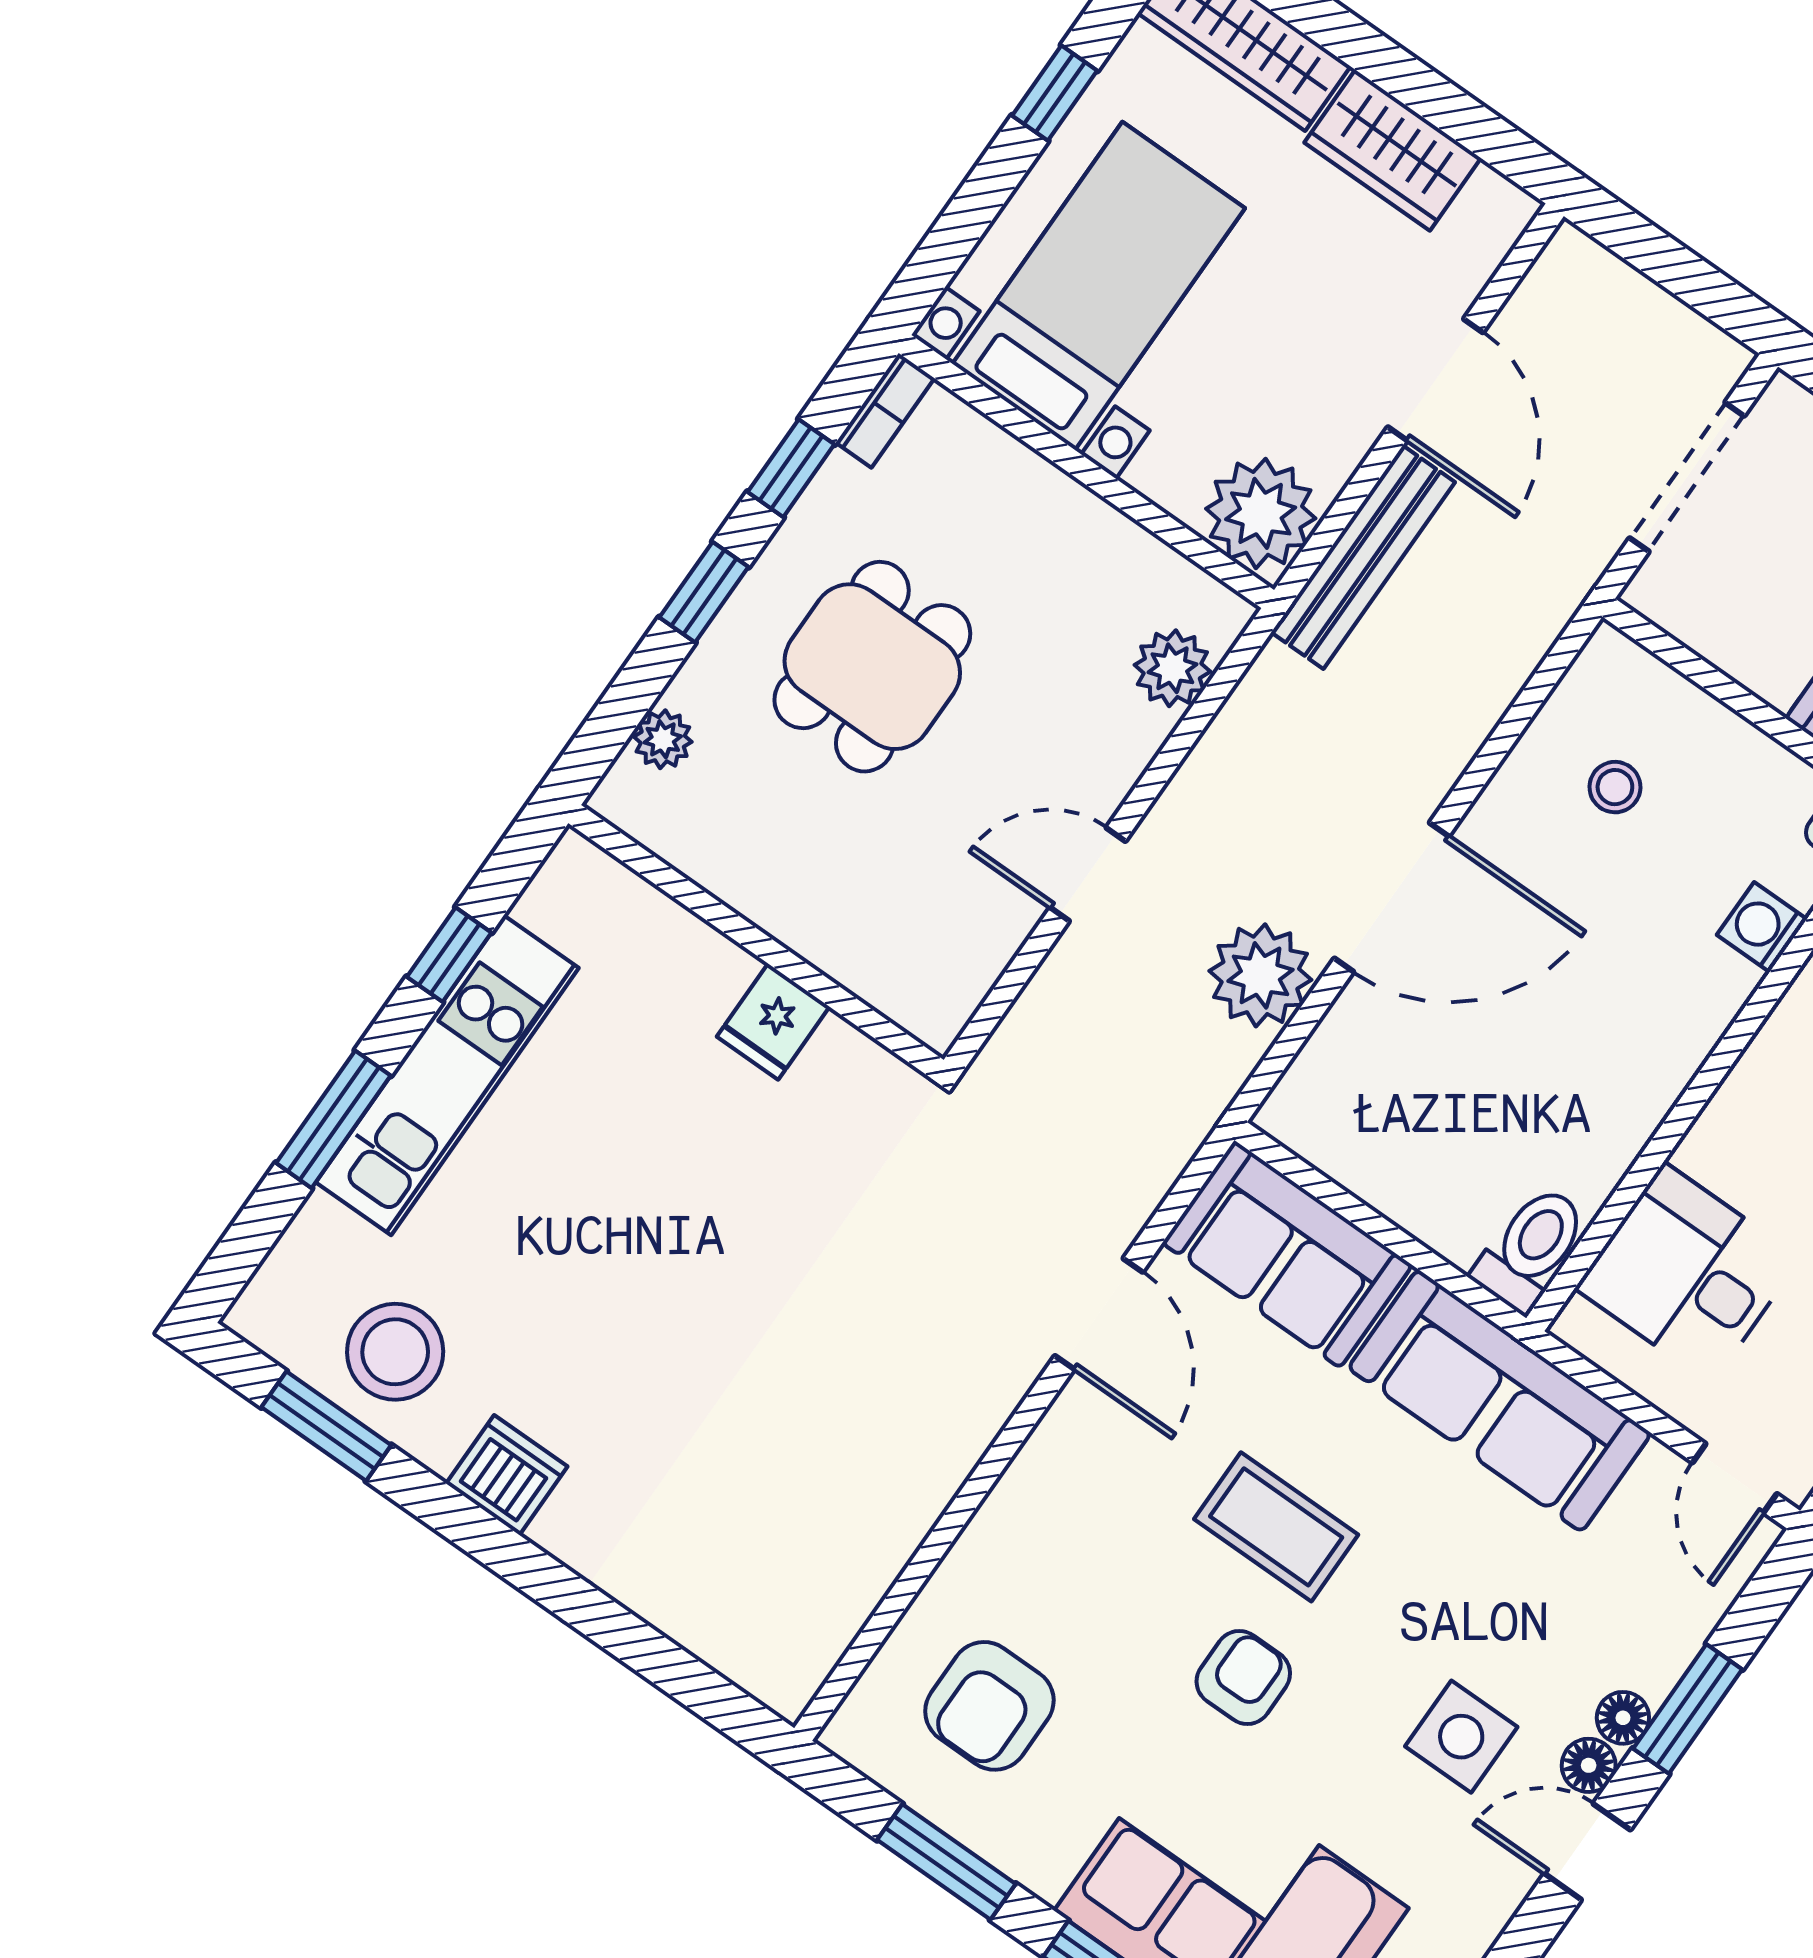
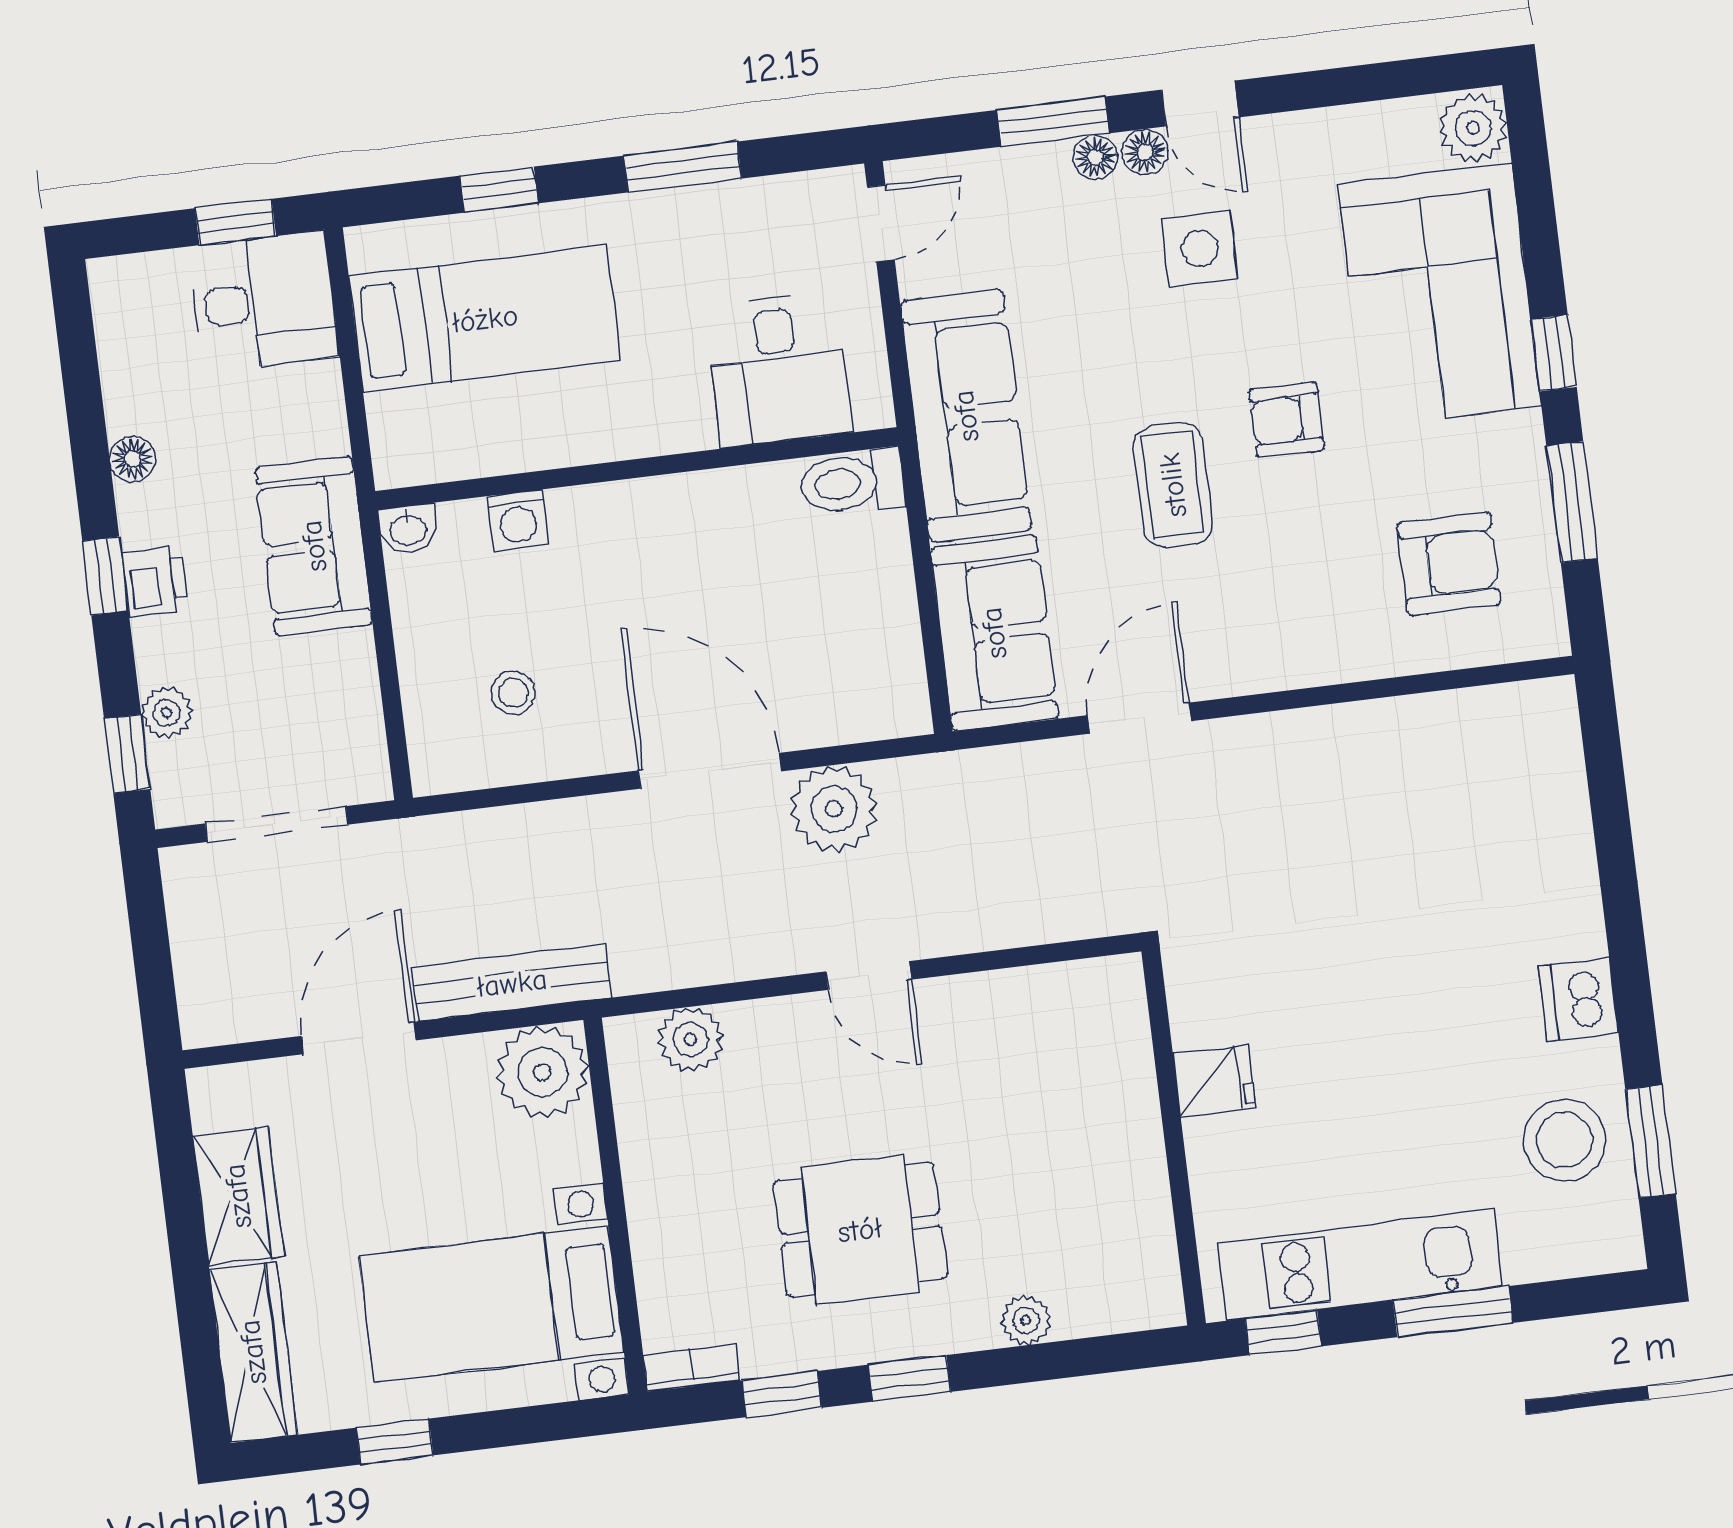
wall: (756, 942) -> (1174, 1137), moved
fridge: (773, 1022) -> (1214, 1081), moved

